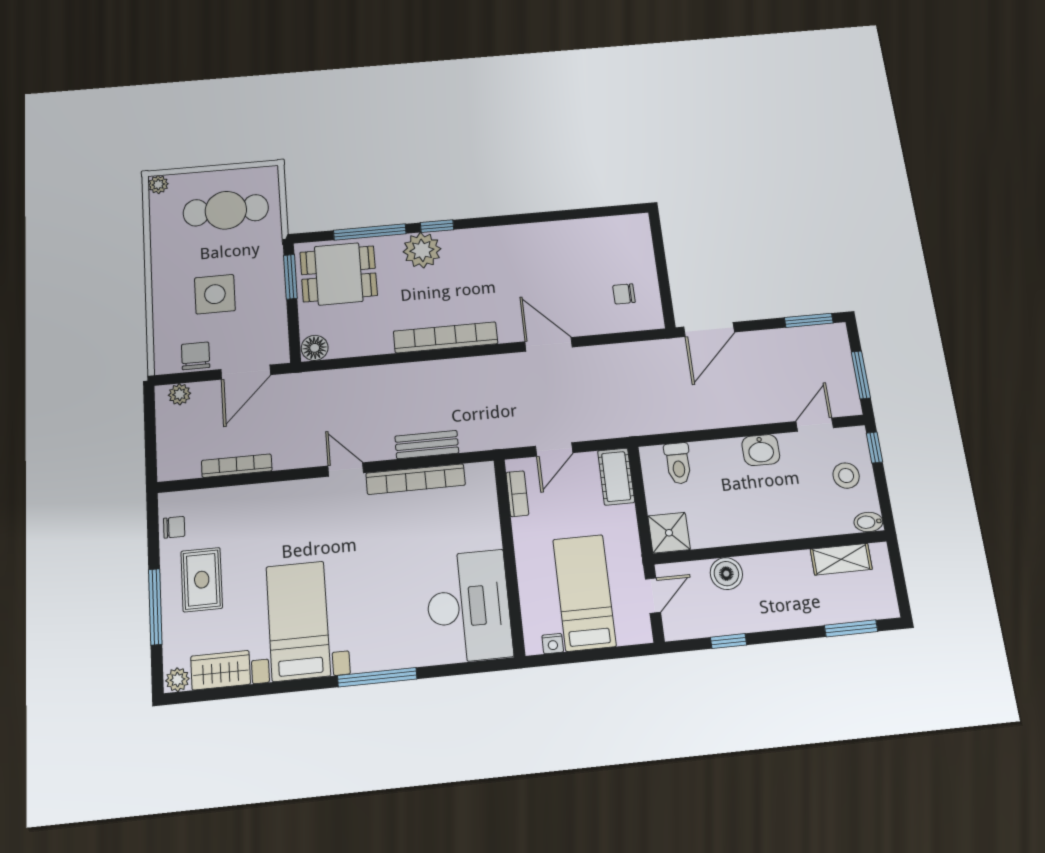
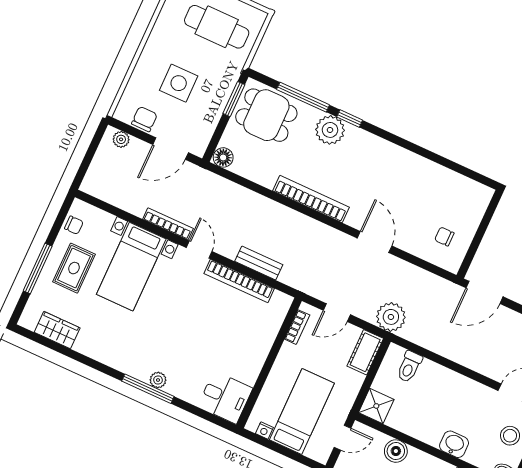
plant: (620, 418) -> (391, 317), added
washbasin: (761, 450) -> (454, 444), moved, turned 180
bookcase: (237, 466) -> (168, 224), moved
desk: (468, 606) -> (225, 397), width x0.53, depth x0.77
bed with nightstands: (298, 621) -> (131, 267), moved, turned 180
plant: (177, 680) -> (158, 380), moved

